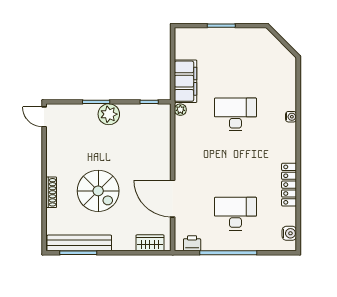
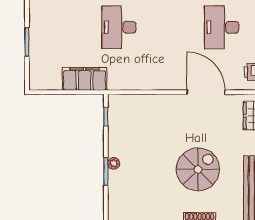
plant: (180, 110) -> (114, 84), removed
plant: (109, 114) -> (114, 163), width x0.53, depth x0.53
door: (173, 199) -> (206, 92), swing flipped

